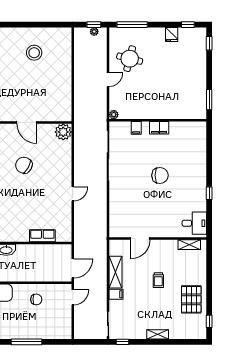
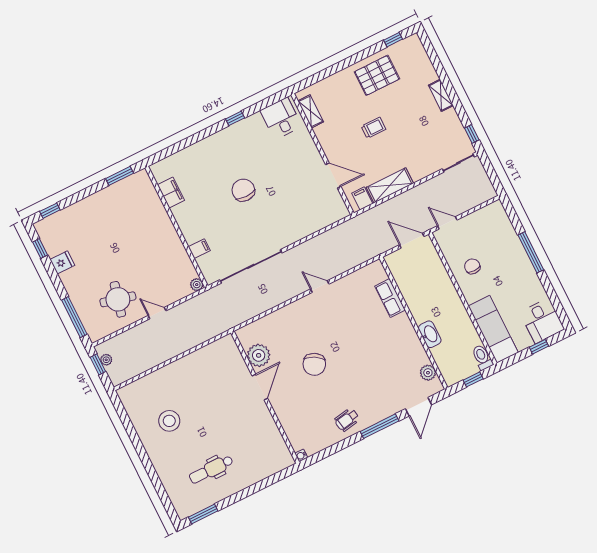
filing cabinet: (159, 128) -> (171, 193), moved
plant: (63, 132) -> (259, 355), moved
filing cabinet: (116, 294) -> (362, 198), moved

